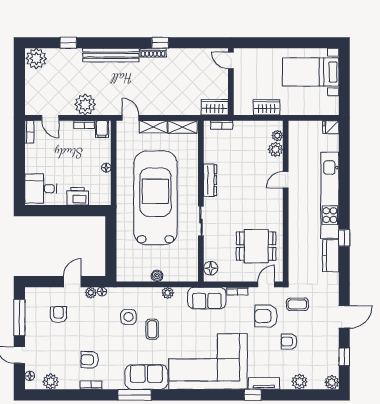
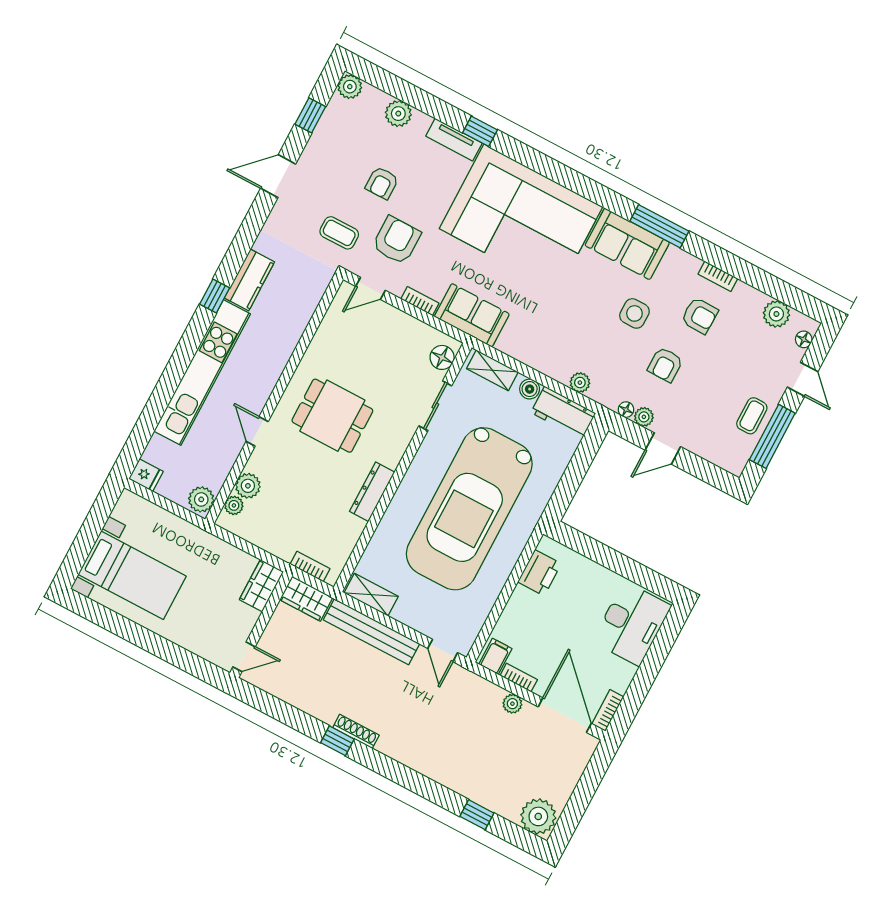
bench: (111, 55) -> (372, 632), moved
door: (231, 60) -> (244, 657), hinge flipped
plant: (85, 105) -> (512, 704), width x0.53, depth x0.53
wardrobe: (267, 107) -> (261, 586), moved, turned 90
door: (50, 118) -> (565, 715), width x1.88
shelving: (153, 127) -> (492, 370), moved
plant: (296, 130) -> (201, 499), added
floor lamp: (106, 168) -> (520, 594), removed
door: (286, 180) -> (257, 431), swing flipped
desk: (41, 189) -> (632, 624), width x1.37
printer: (78, 196) -> (539, 573), moved, turned -90
sliding door: (201, 221) -> (435, 406), moved
dining table: (256, 246) -> (332, 416), moved
workbench: (133, 273) -> (563, 413), added
plant: (168, 293) -> (580, 383), moved
armchair: (58, 315) -> (665, 365), moved
armchair: (266, 316) -> (396, 240), turned -90
side table: (128, 317) -> (634, 313), moved
coffee table: (152, 329) -> (752, 416), moved
armchair: (289, 342) -> (382, 183), turned 90

